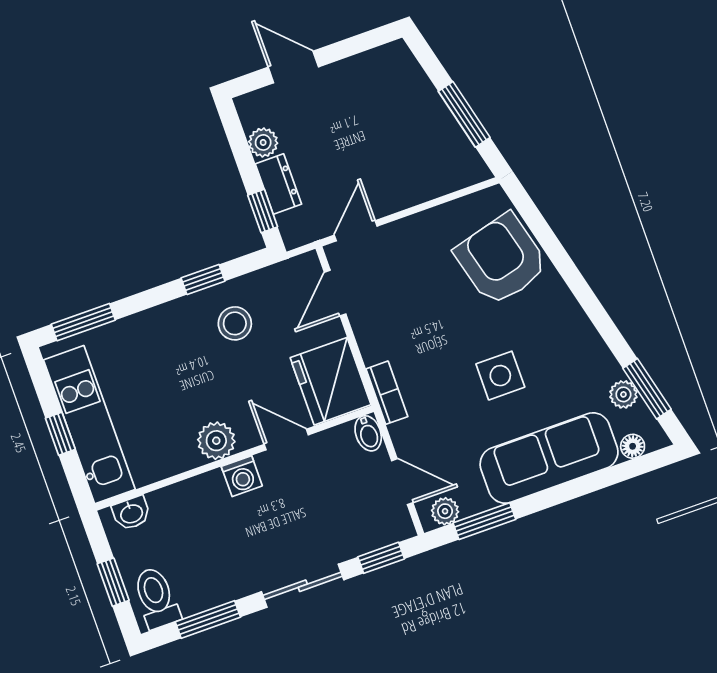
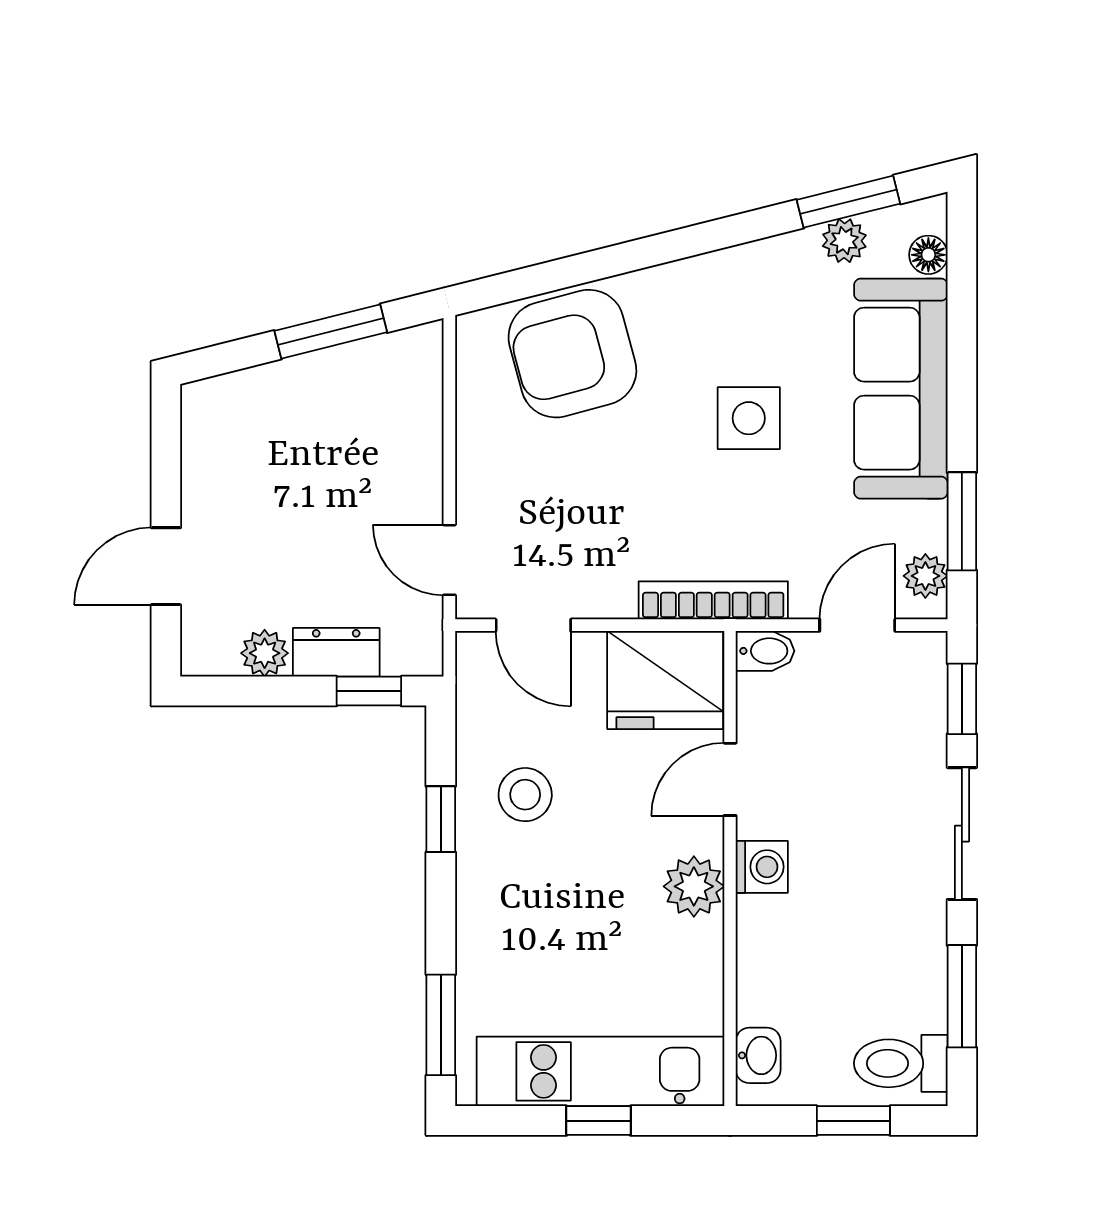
bookcase: (387, 393) -> (713, 600), width x1.56

